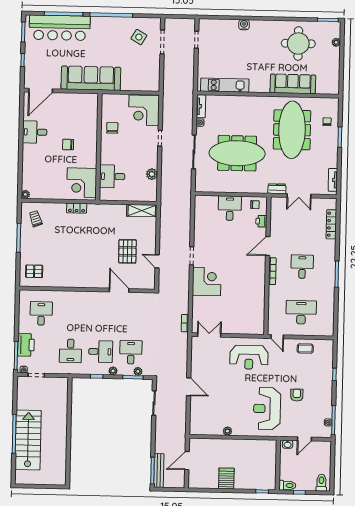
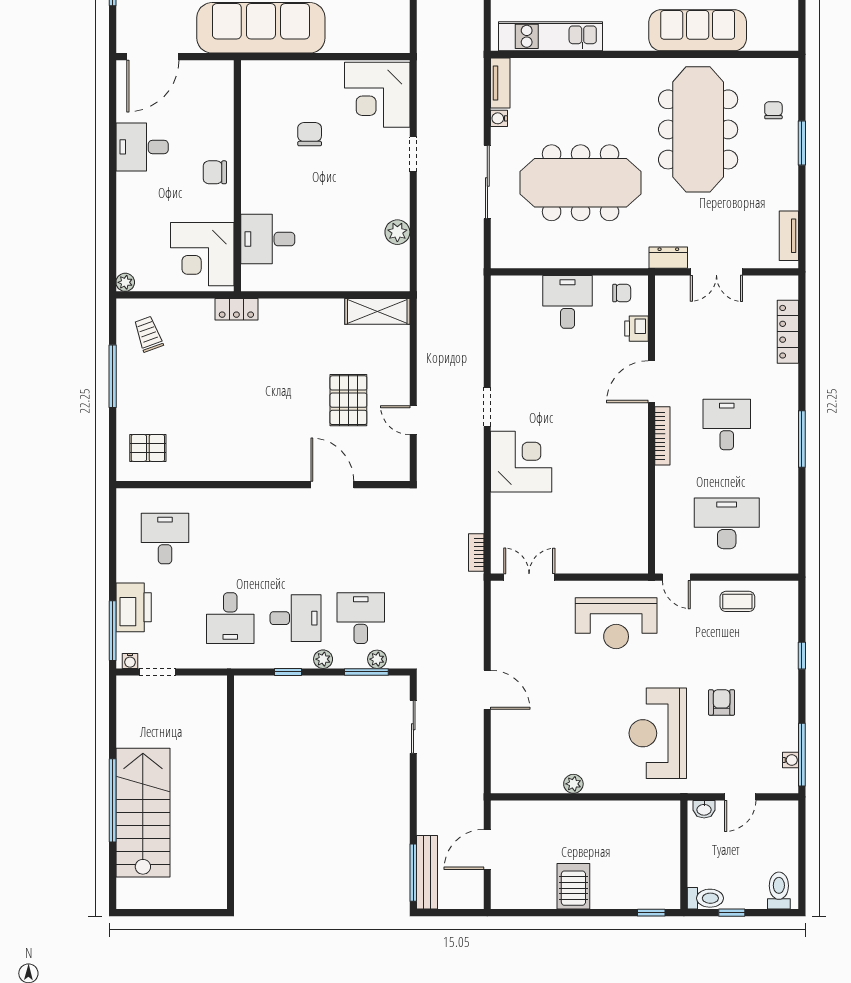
wall: (99, 147) -> (237, 176), moved
desk: (112, 176) -> (268, 239), moved
corner desk: (82, 183) -> (202, 254), moved

